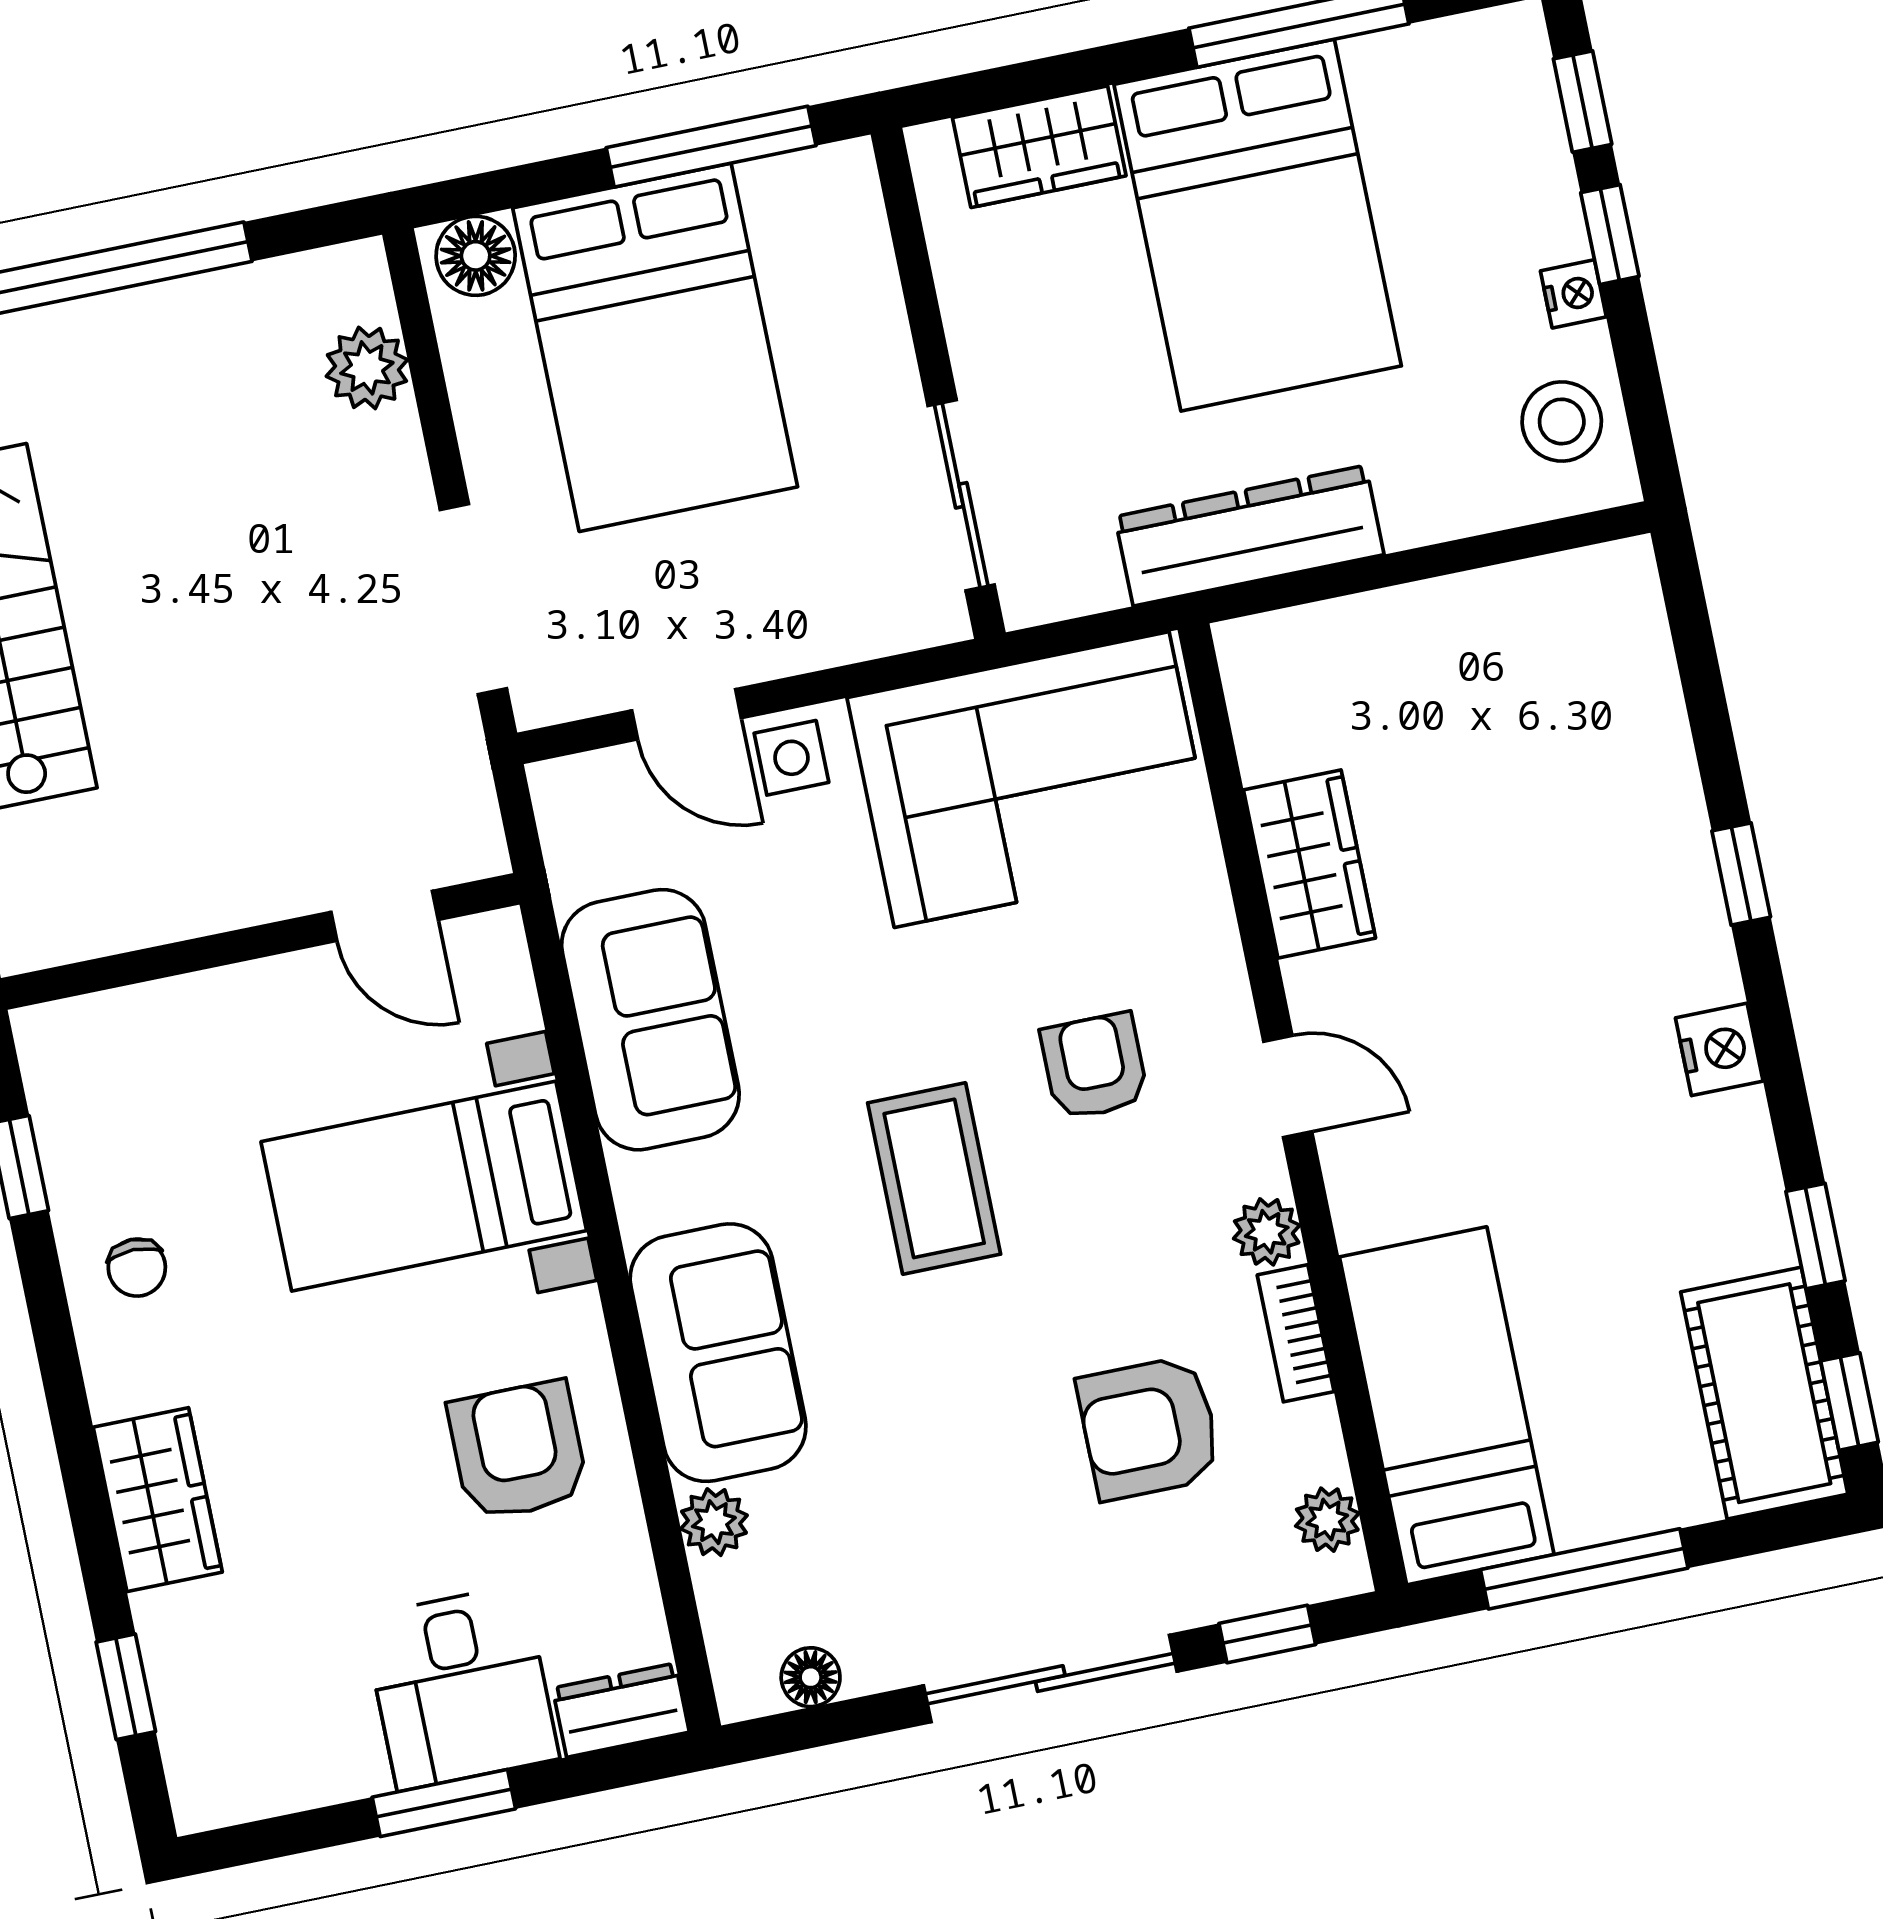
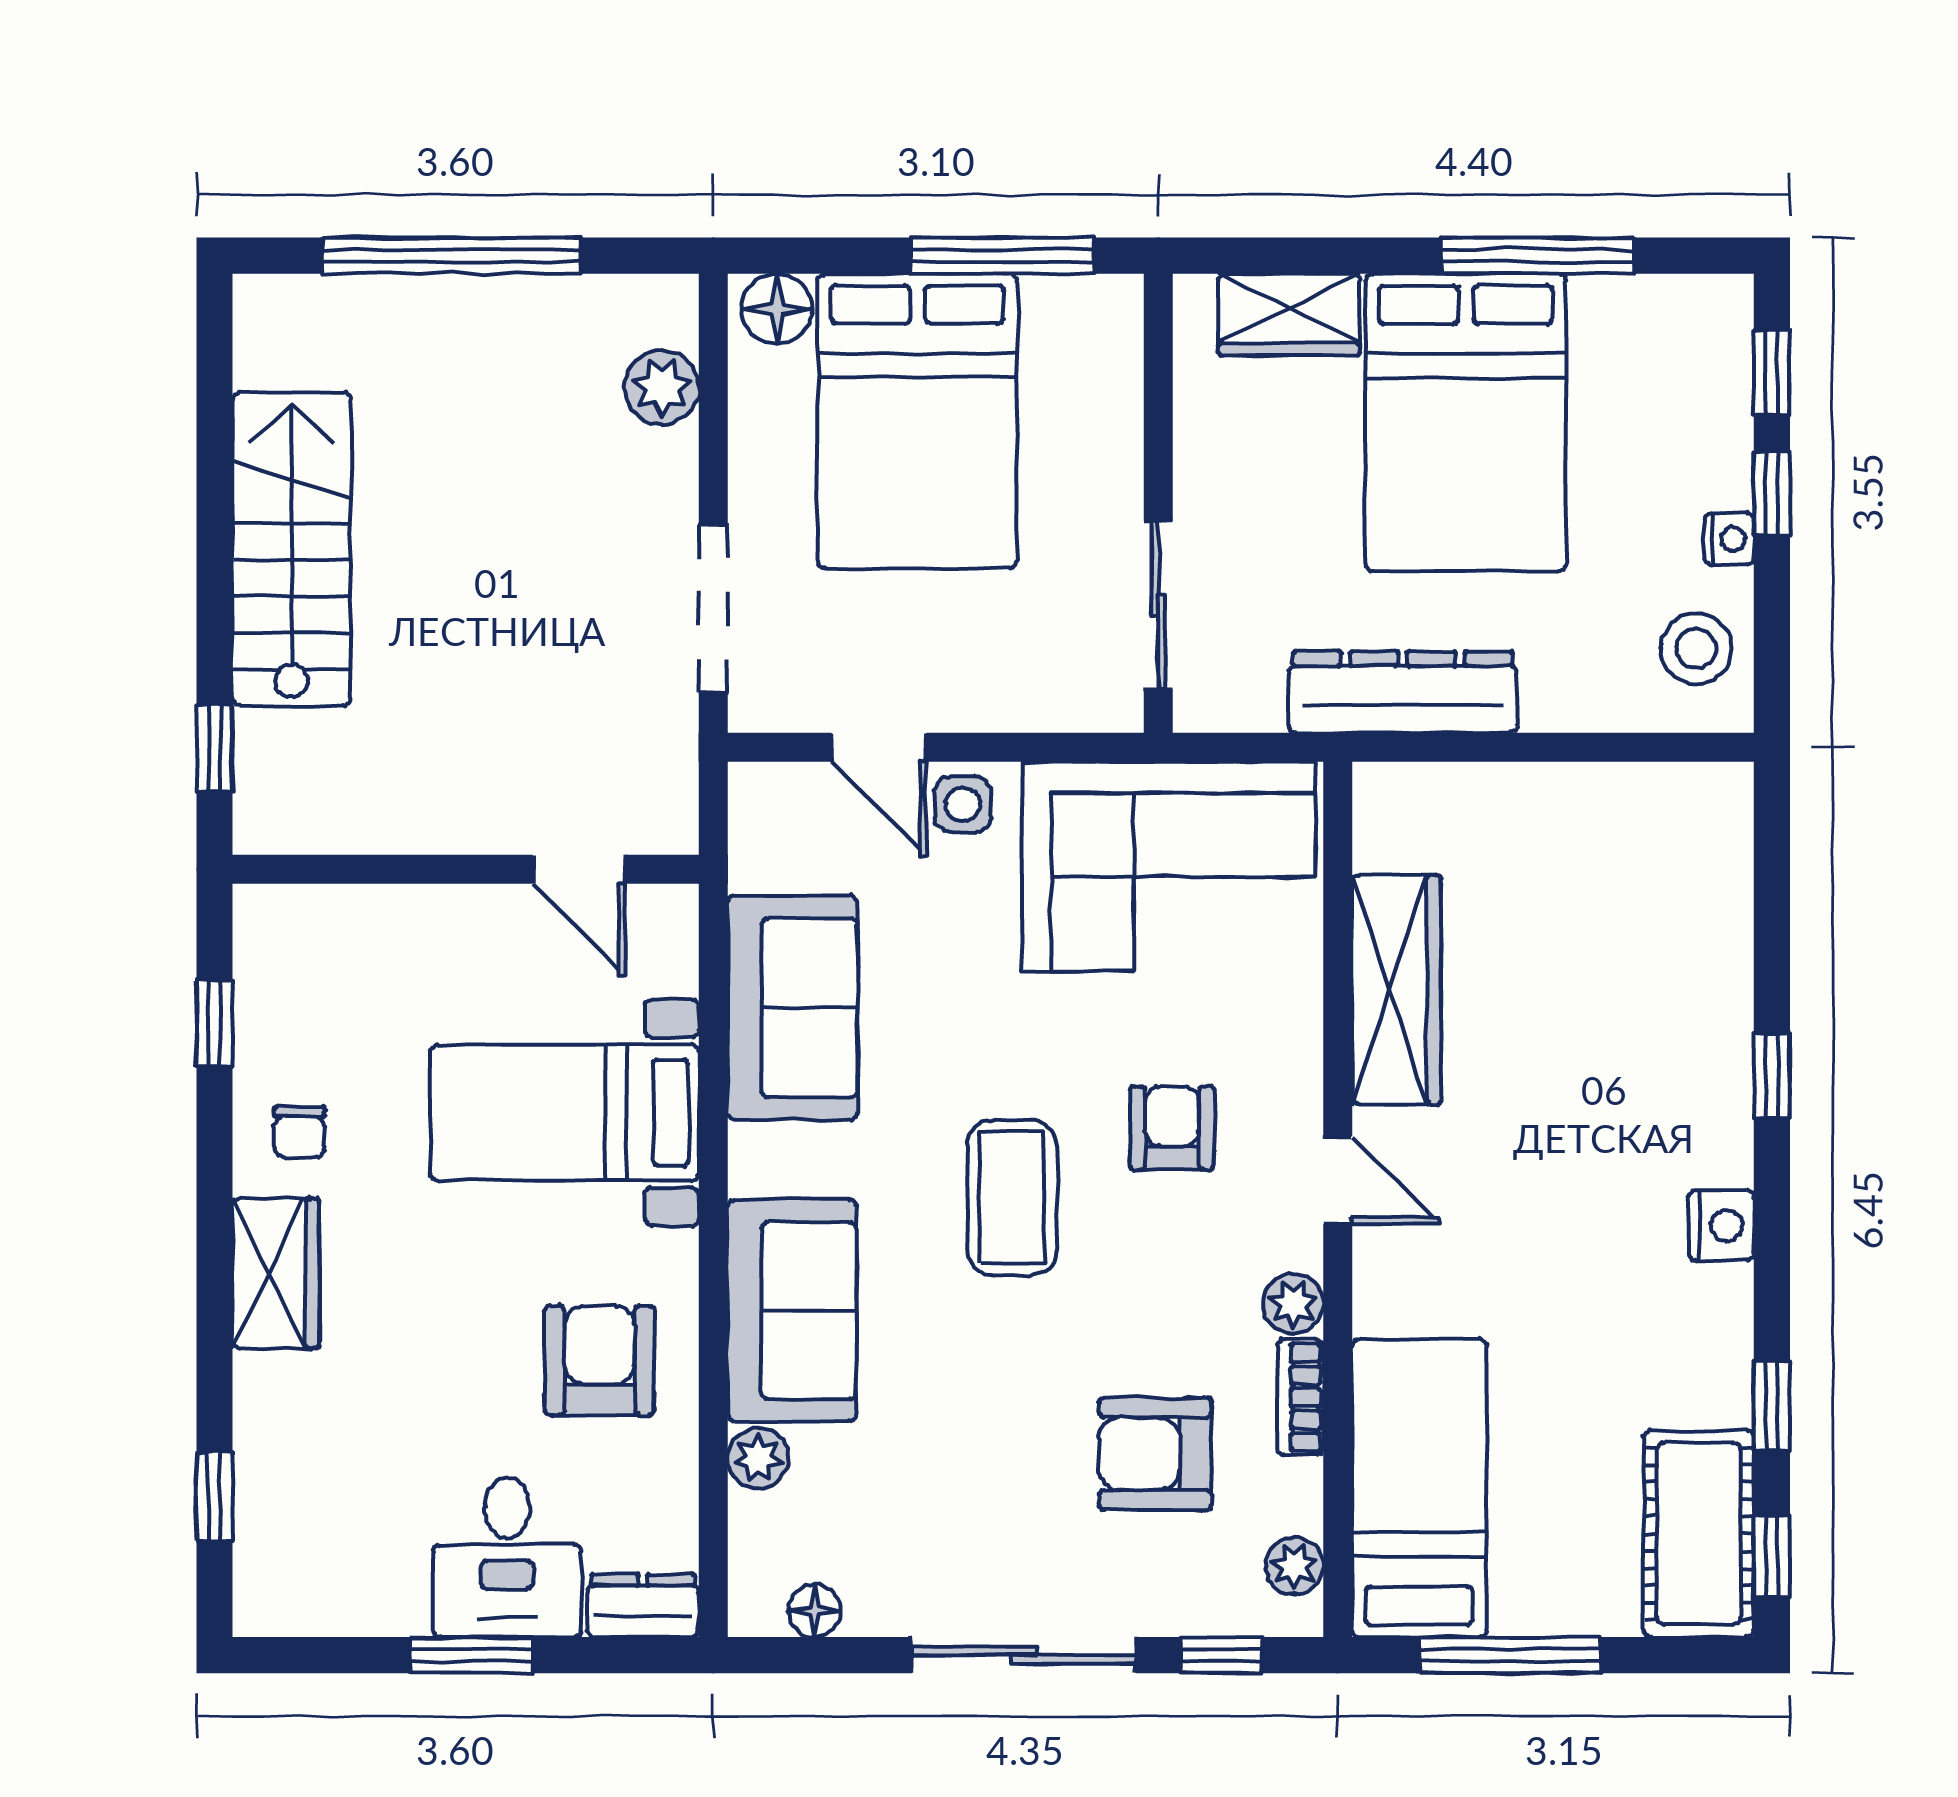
wardrobe: (1310, 864) -> (1396, 990), width x1.50
wardrobe: (158, 1500) -> (276, 1273), moved

